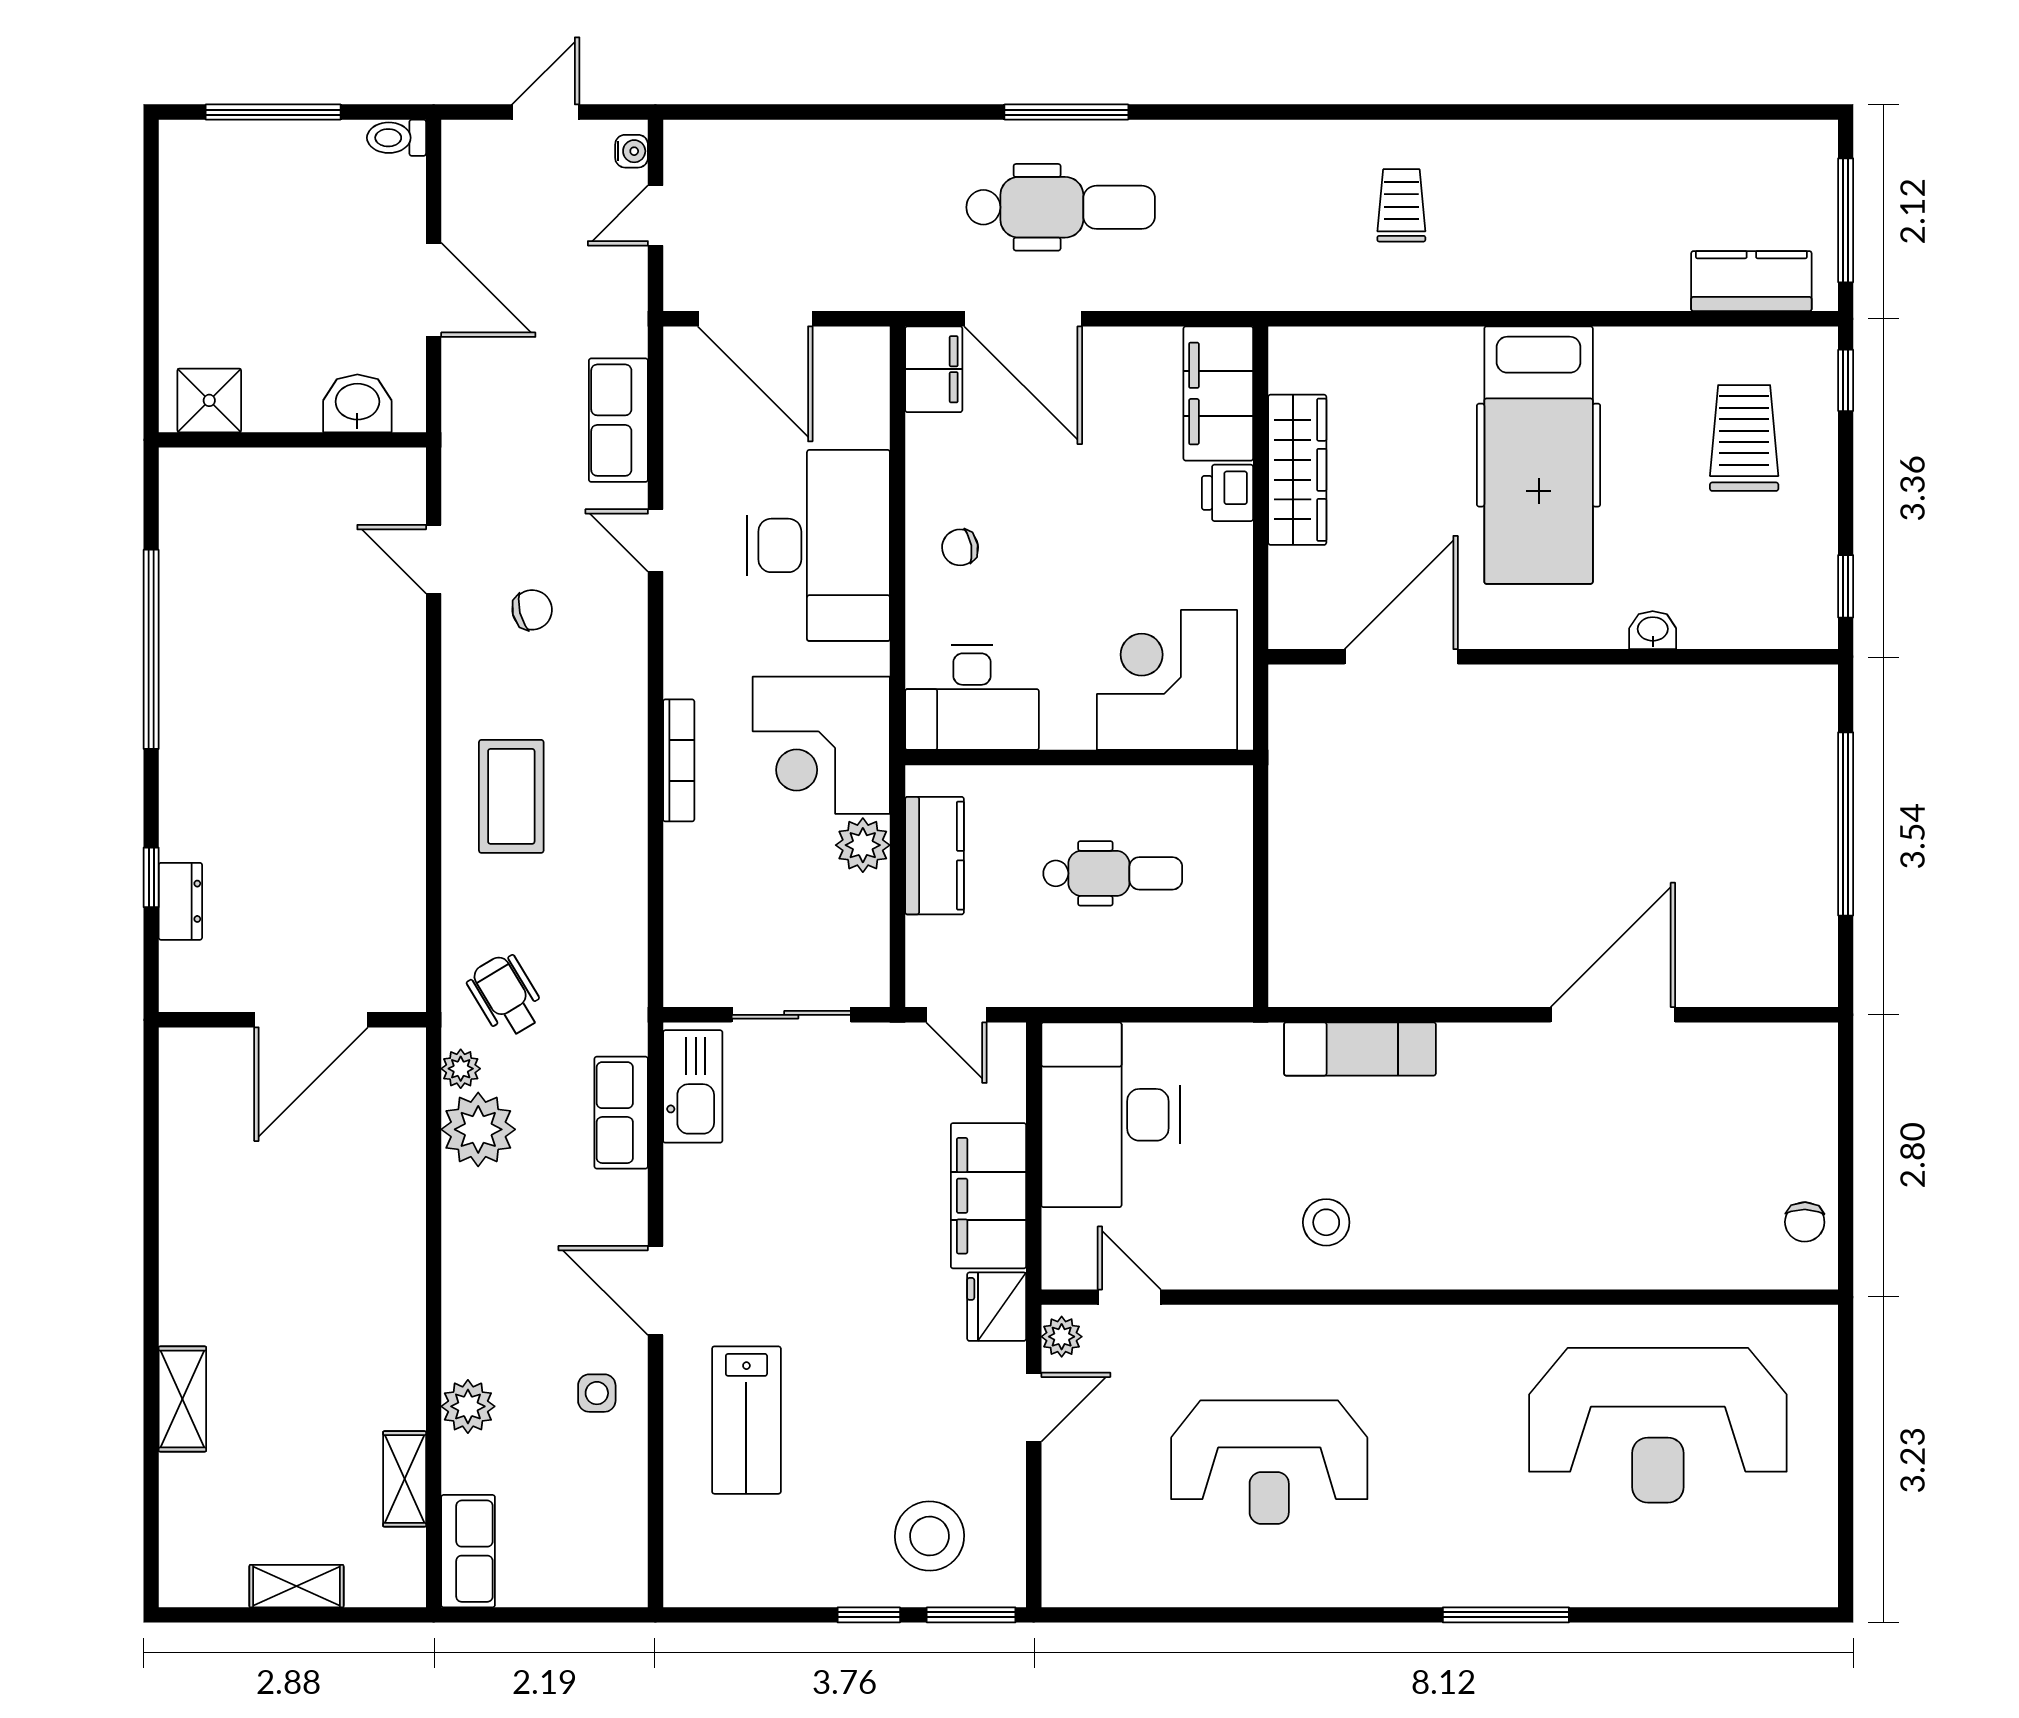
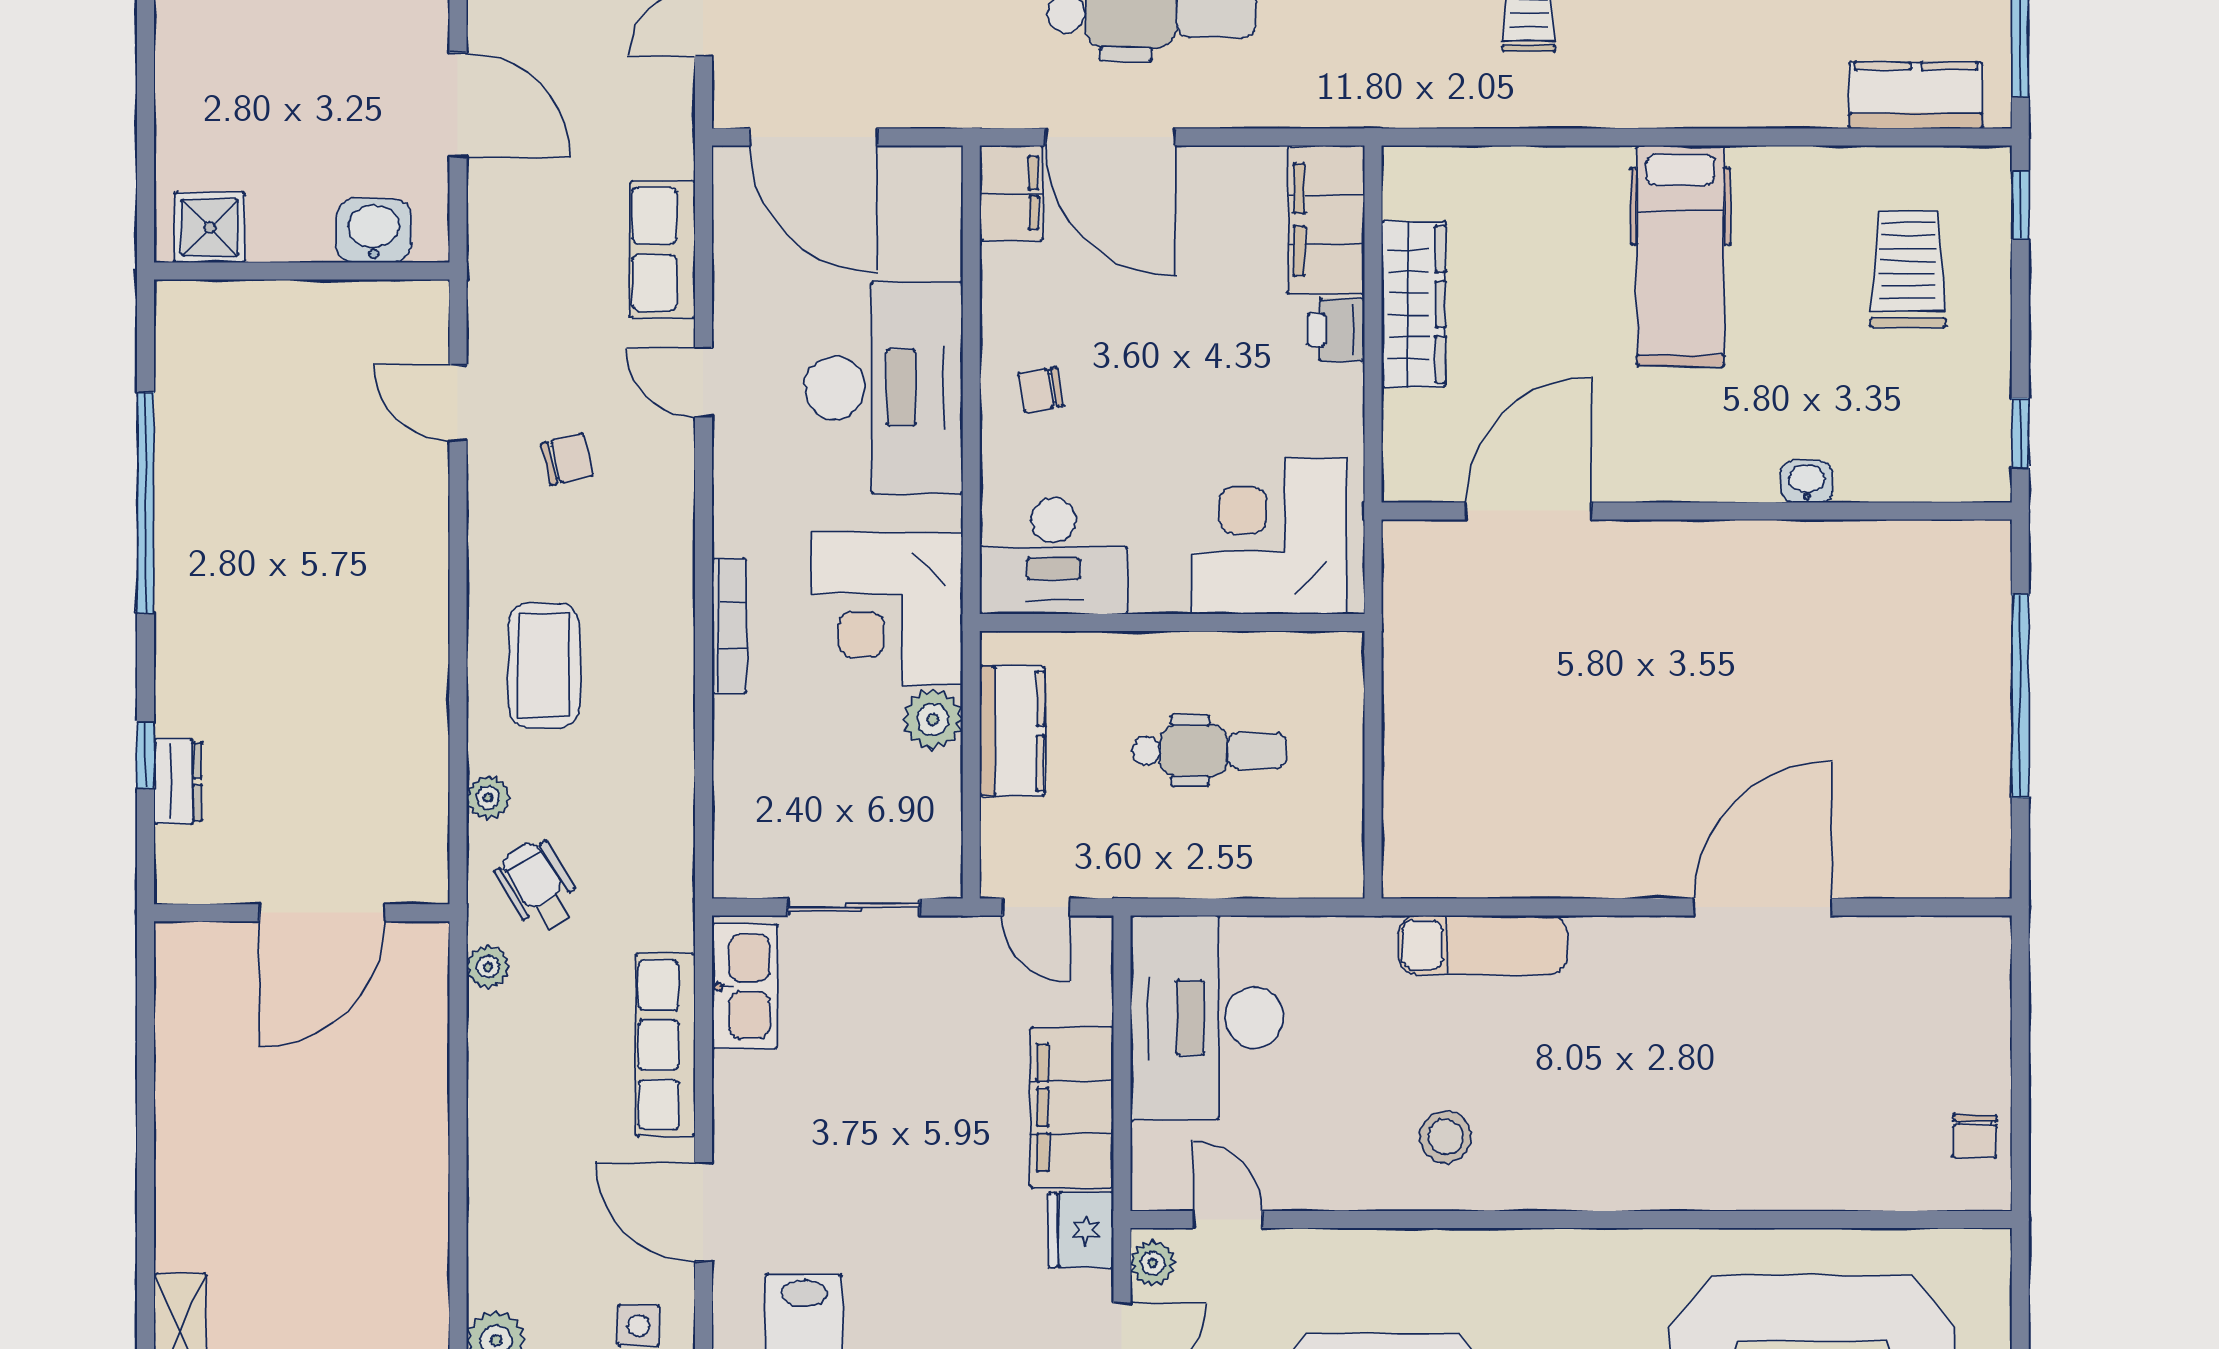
hospital bed: (1539, 455) -> (1680, 256), width x0.73, depth x0.78
row of seats: (621, 1113) -> (665, 1045), width x1.48
plant: (478, 1129) -> (488, 798), moved, width x0.53, depth x0.53

